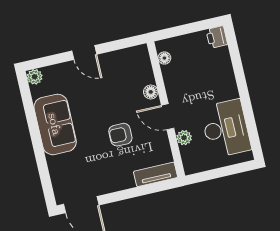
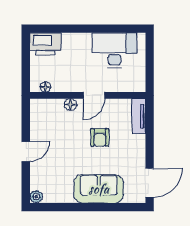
printer: (217, 37) -> (45, 44), width x1.87, depth x1.48
sofa: (55, 124) -> (99, 189), moved
plant: (184, 138) -> (114, 86), removed

